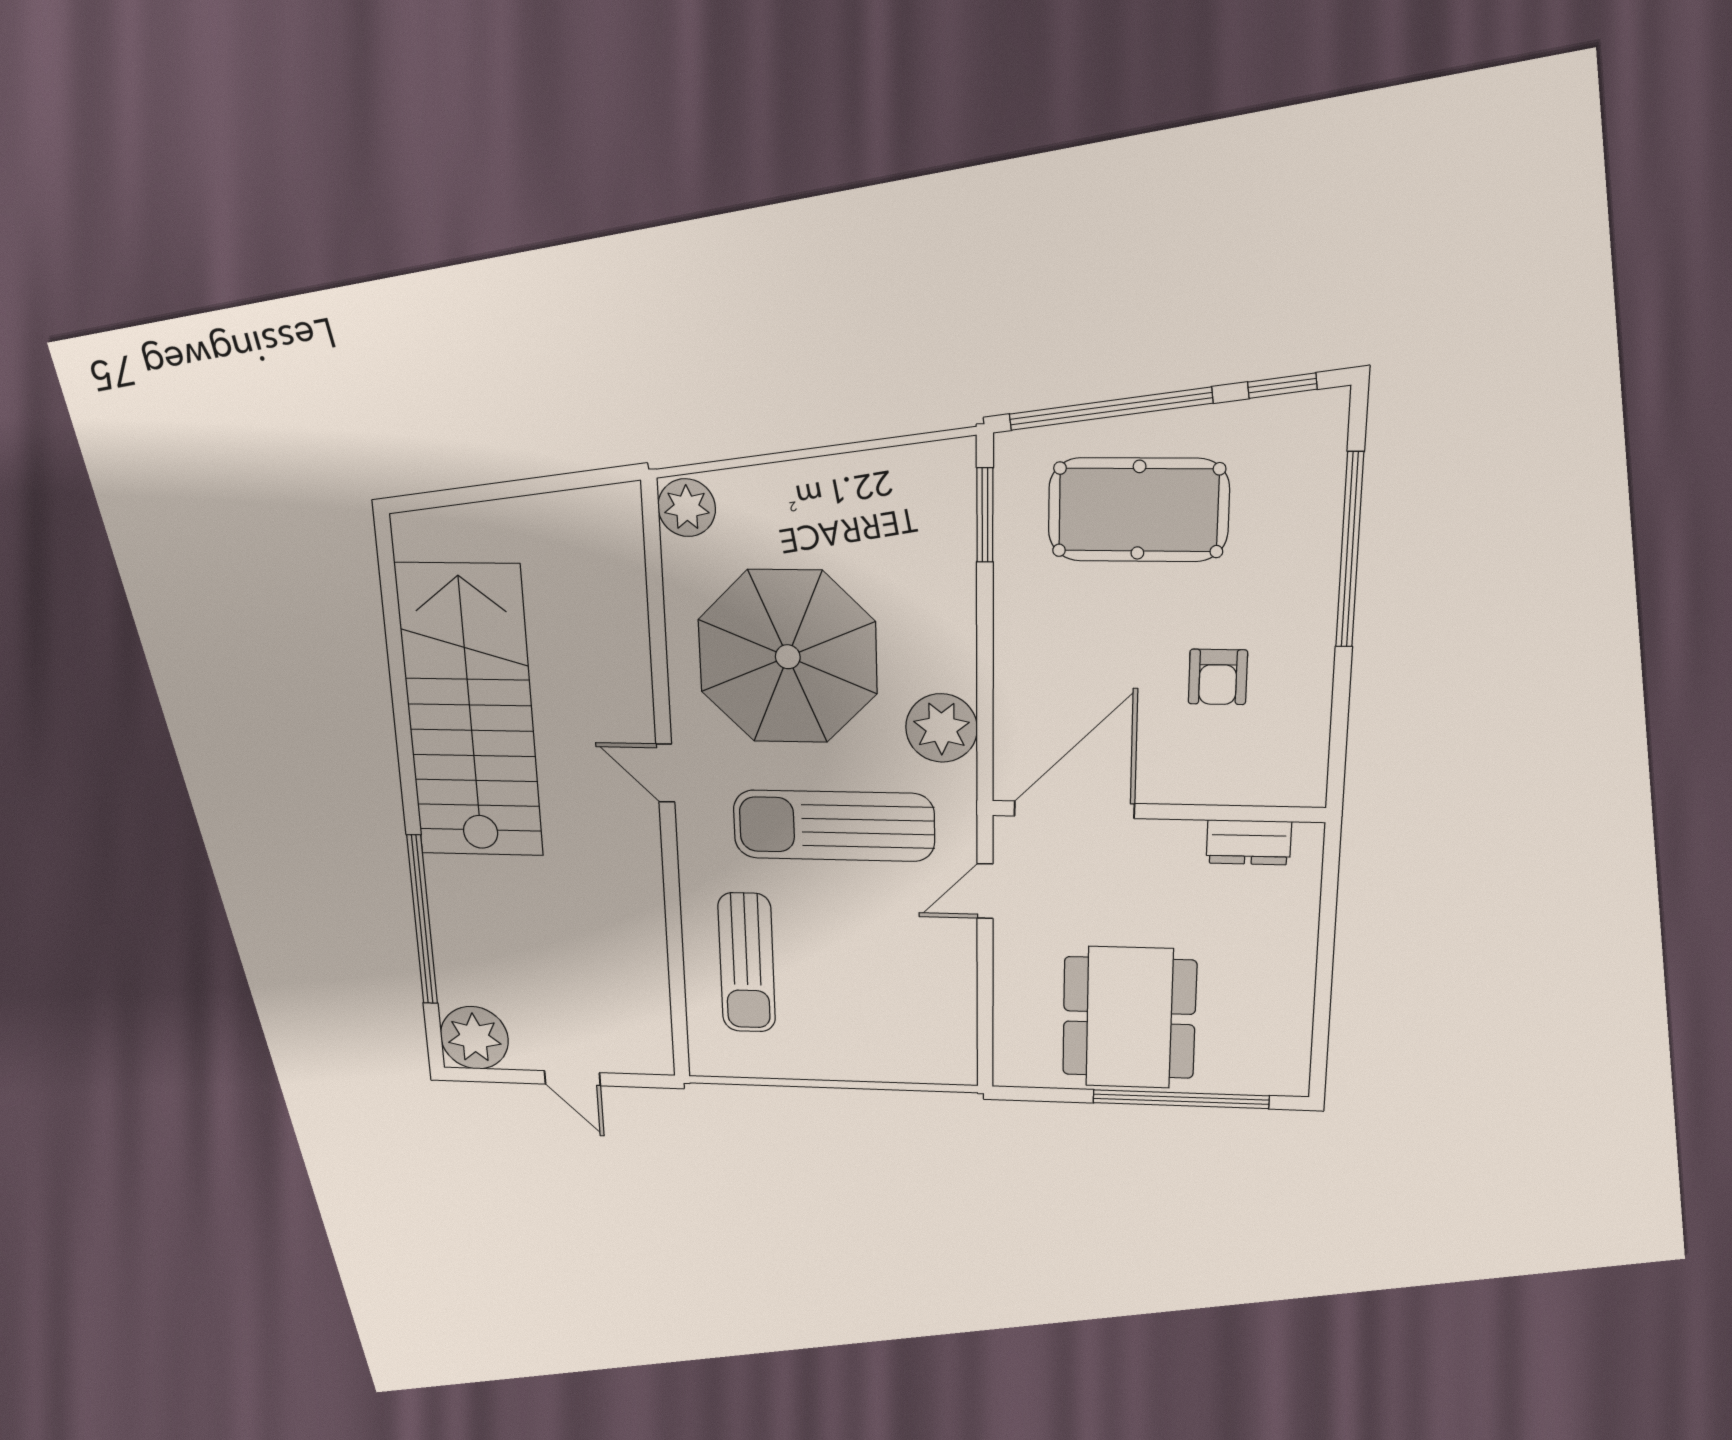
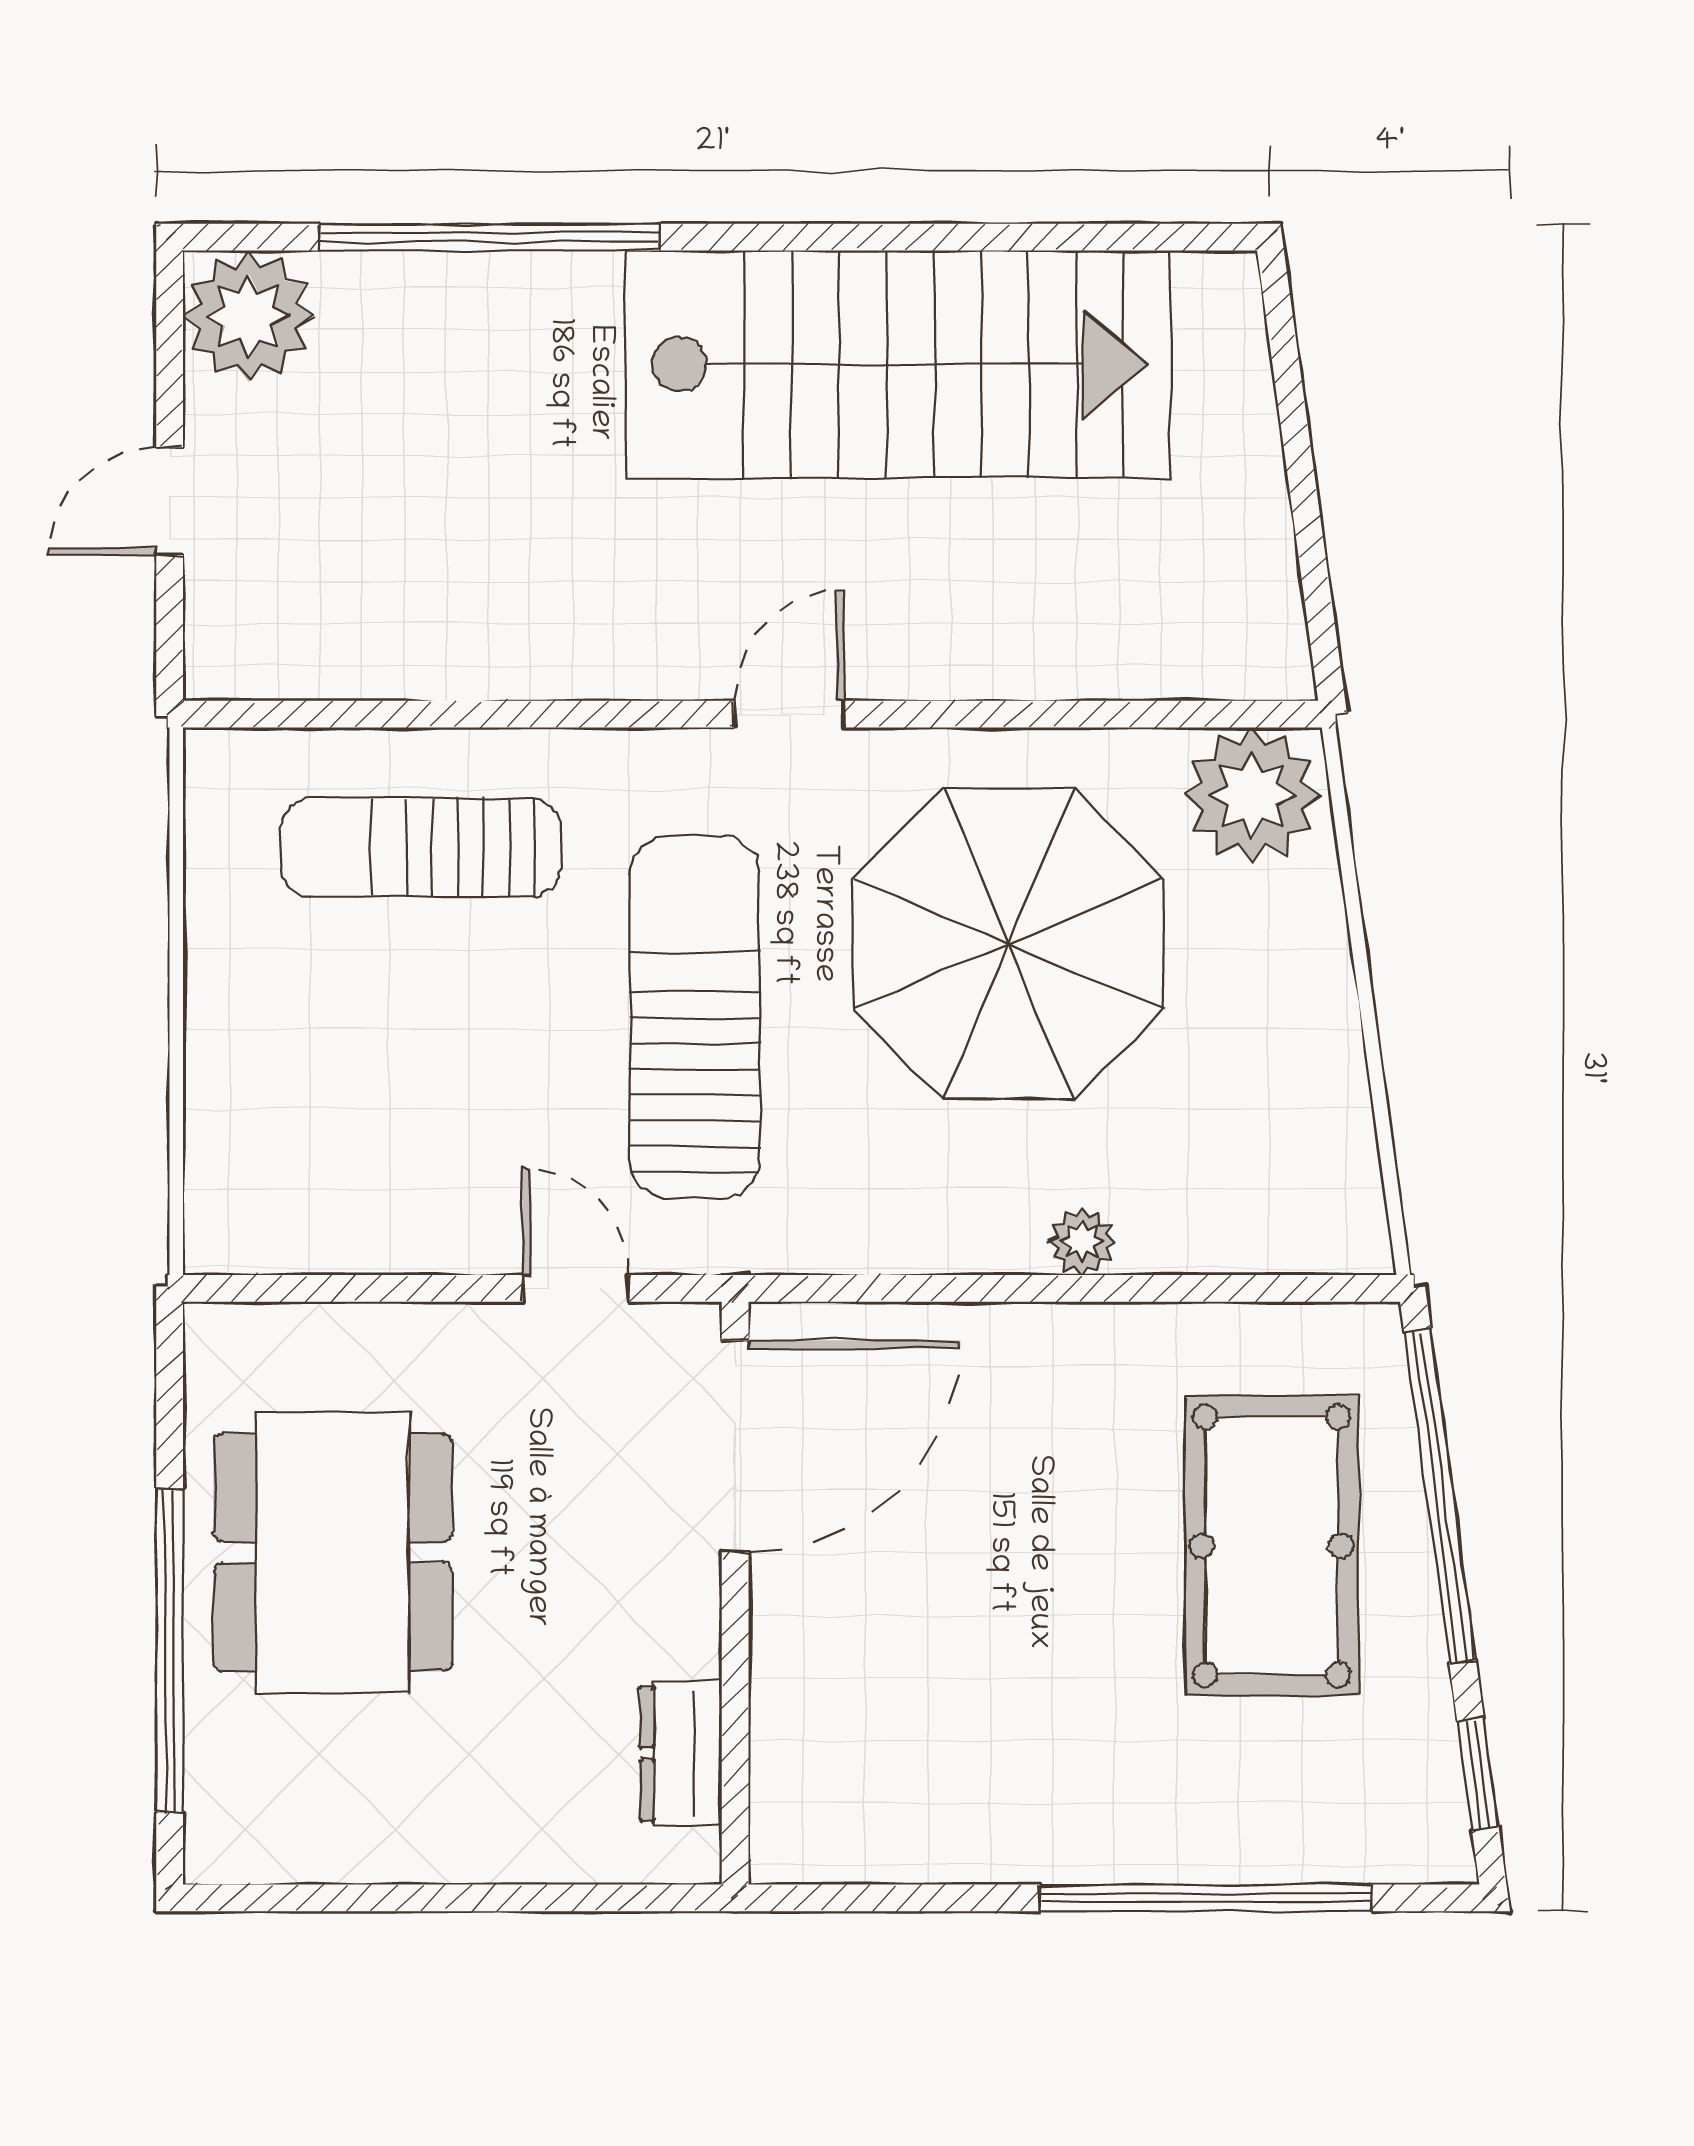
plant: (687, 508) -> (1252, 796), width x1.36, depth x1.36
window: (985, 515) -> (1261, 1288), removed
armchair: (1218, 677) -> (983, 1688), removed
plant: (942, 728) -> (1081, 1242), moved, width x0.53, depth x0.53
door: (1074, 810) -> (735, 1446), hinge flipped
dining table: (1129, 1018) -> (333, 1552), turned 90

